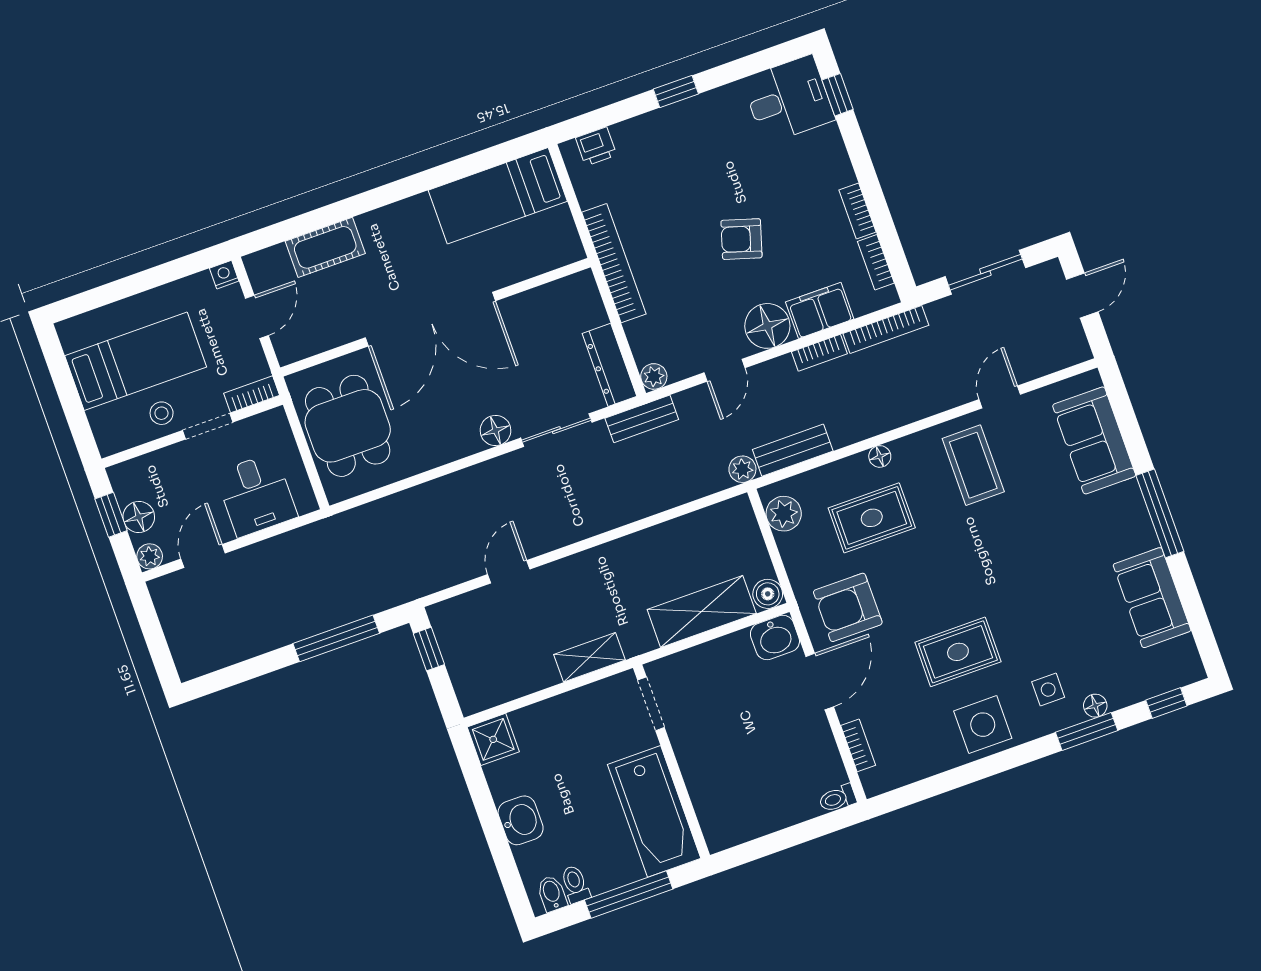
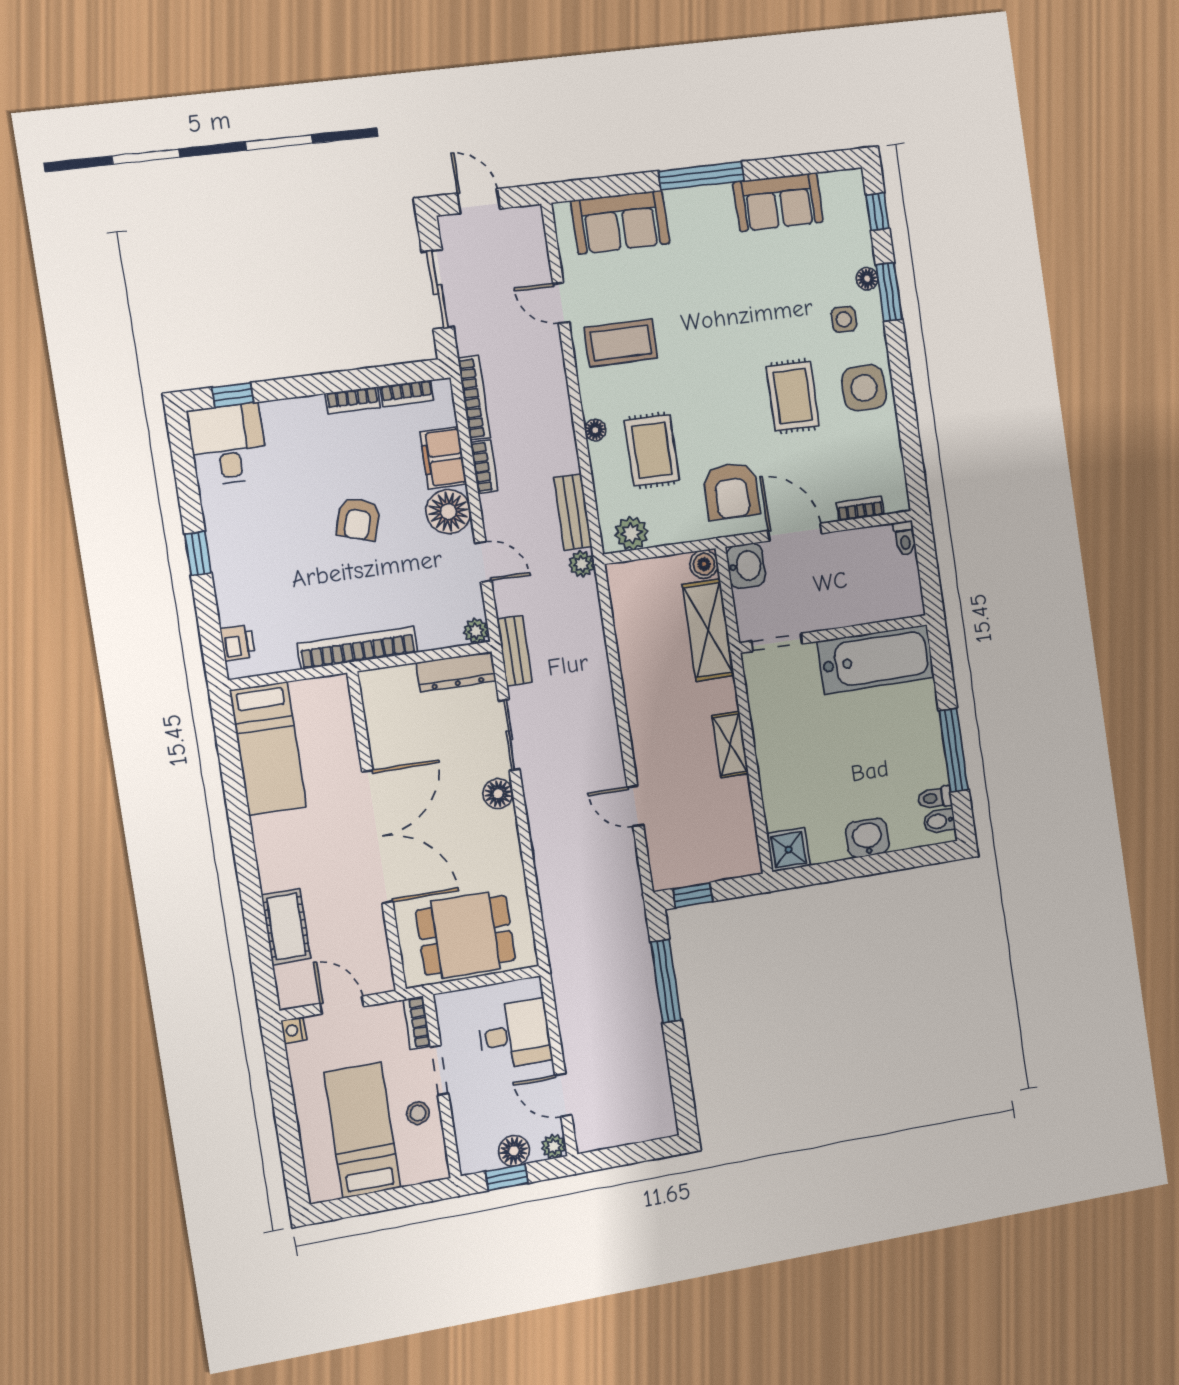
doorway: (651, 704) -> (777, 642), moved
wall: (672, 761) -> (834, 634), moved
bathtub: (654, 811) -> (876, 659), moved

